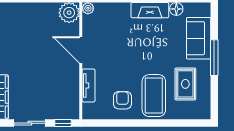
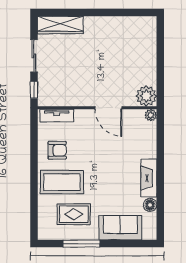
door: (81, 50) -> (108, 108), swing flipped
window: (214, 58) -> (81, 244), moved
tv unit: (88, 86) -> (57, 116), moved

